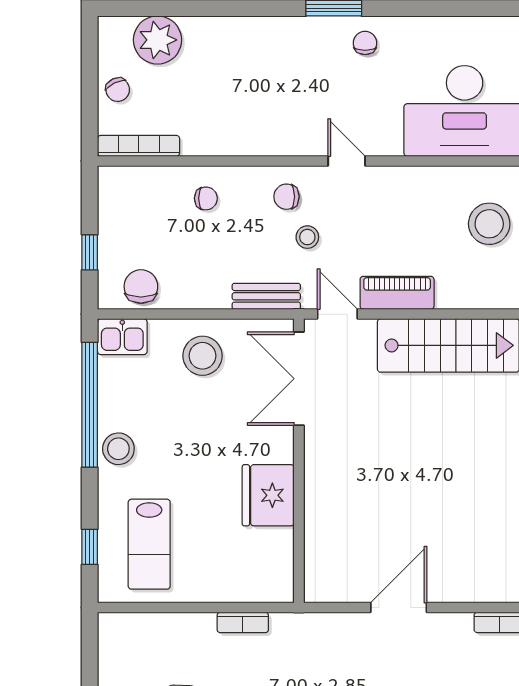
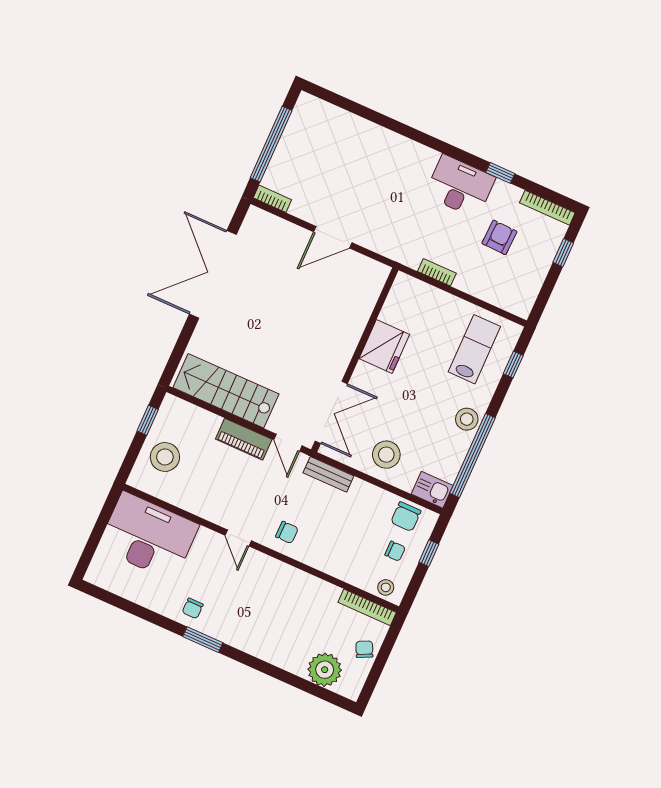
chair: (206, 198) -> (395, 551), moved, turned 180
stool: (307, 237) -> (386, 587), moved

